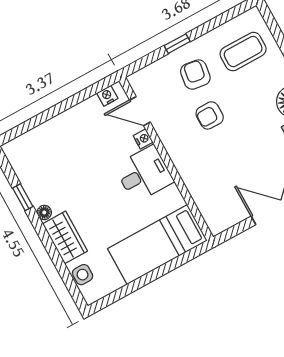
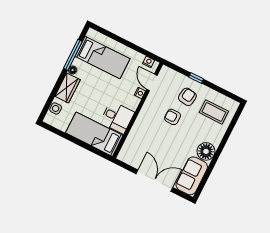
bed: (56, 157) -> (102, 58), added
desk: (144, 174) -> (117, 117), moved
window: (23, 197) -> (73, 55), width x2.17

